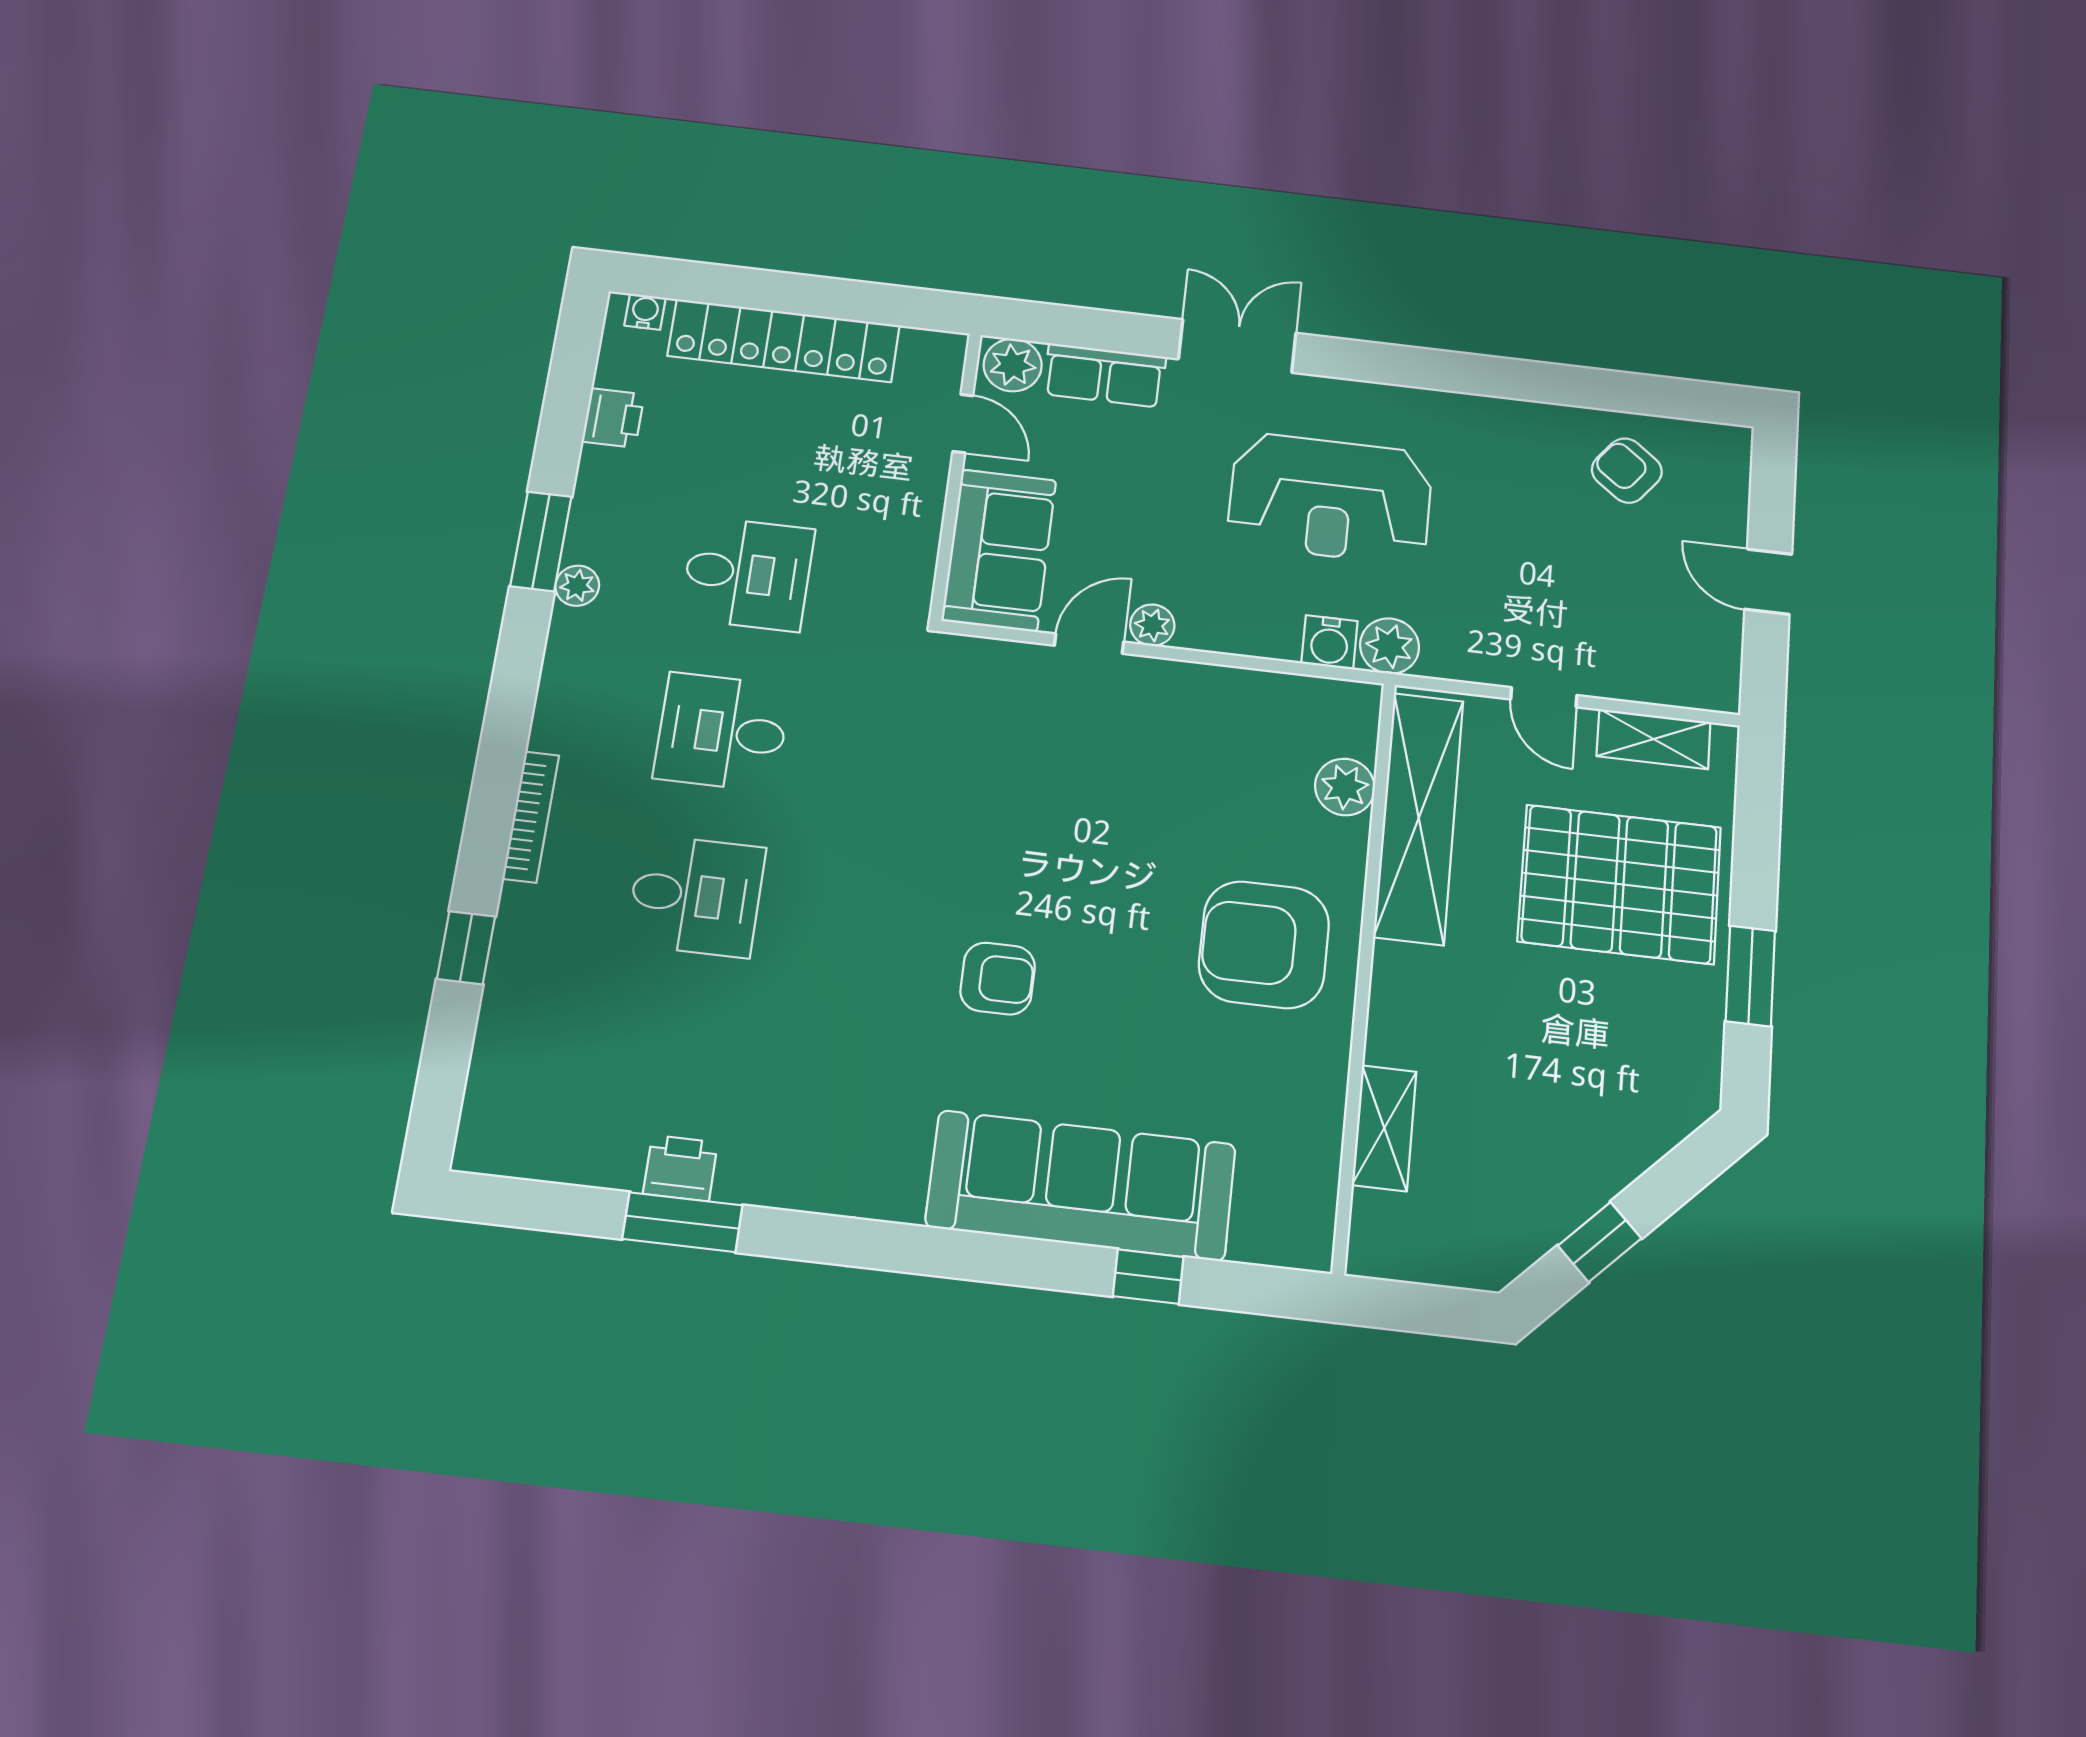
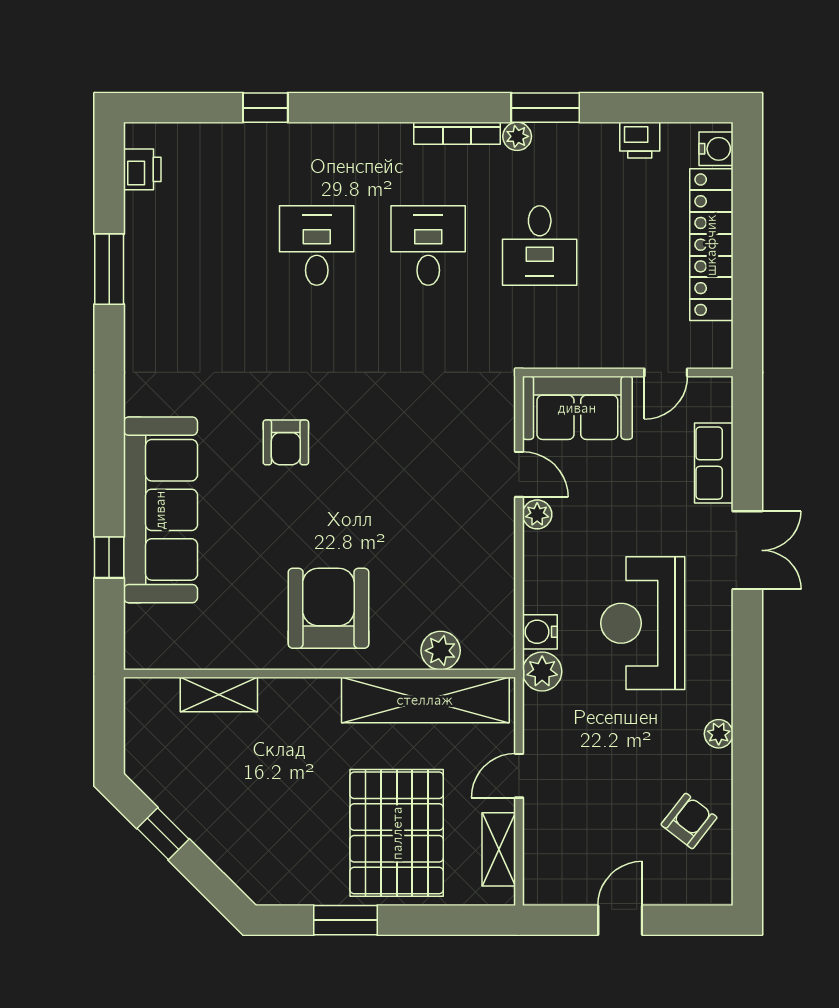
water cooler: (645, 312) -> (716, 149), width x1.38, depth x1.38
plant: (1013, 365) -> (719, 734), moved, width x0.73, depth x0.73
bookcase: (531, 817) -> (457, 133), moved
desk: (696, 896) -> (317, 246), turned 180
printer: (680, 1168) -> (142, 169), moved

